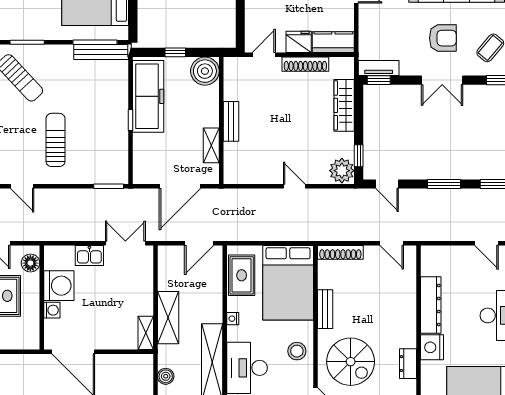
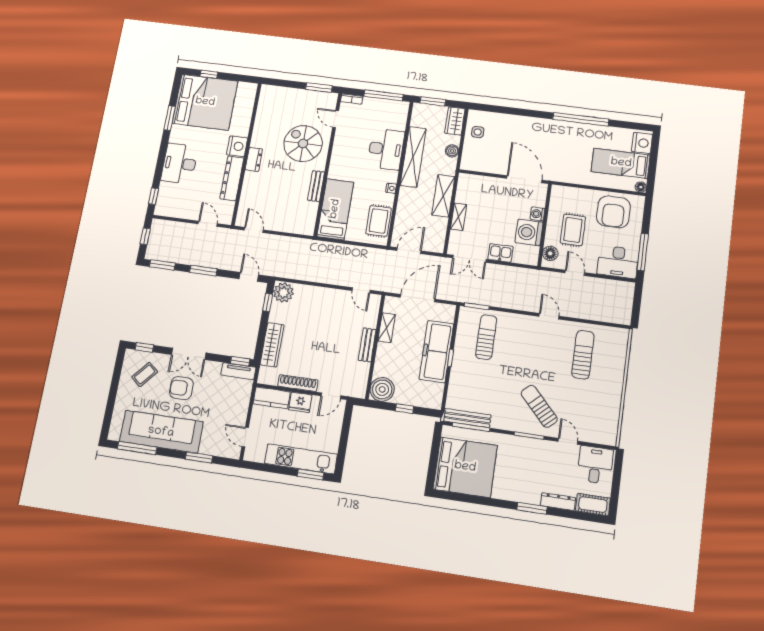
double door: (442, 80) -> (189, 354), swing flipped
freezer: (148, 96) -> (436, 351), moved
sun lounger: (55, 140) -> (486, 337), moved, turned 180
door: (294, 186) -> (361, 290), moved
door: (486, 243) -> (208, 224), moved
shoe rack: (340, 252) -> (296, 228), removed
bed: (288, 283) -> (335, 209), width x0.67
shelving: (146, 333) -> (459, 217), moved
stool: (297, 351) -> (344, 157), removed
dresser: (408, 364) -> (254, 159), moved

